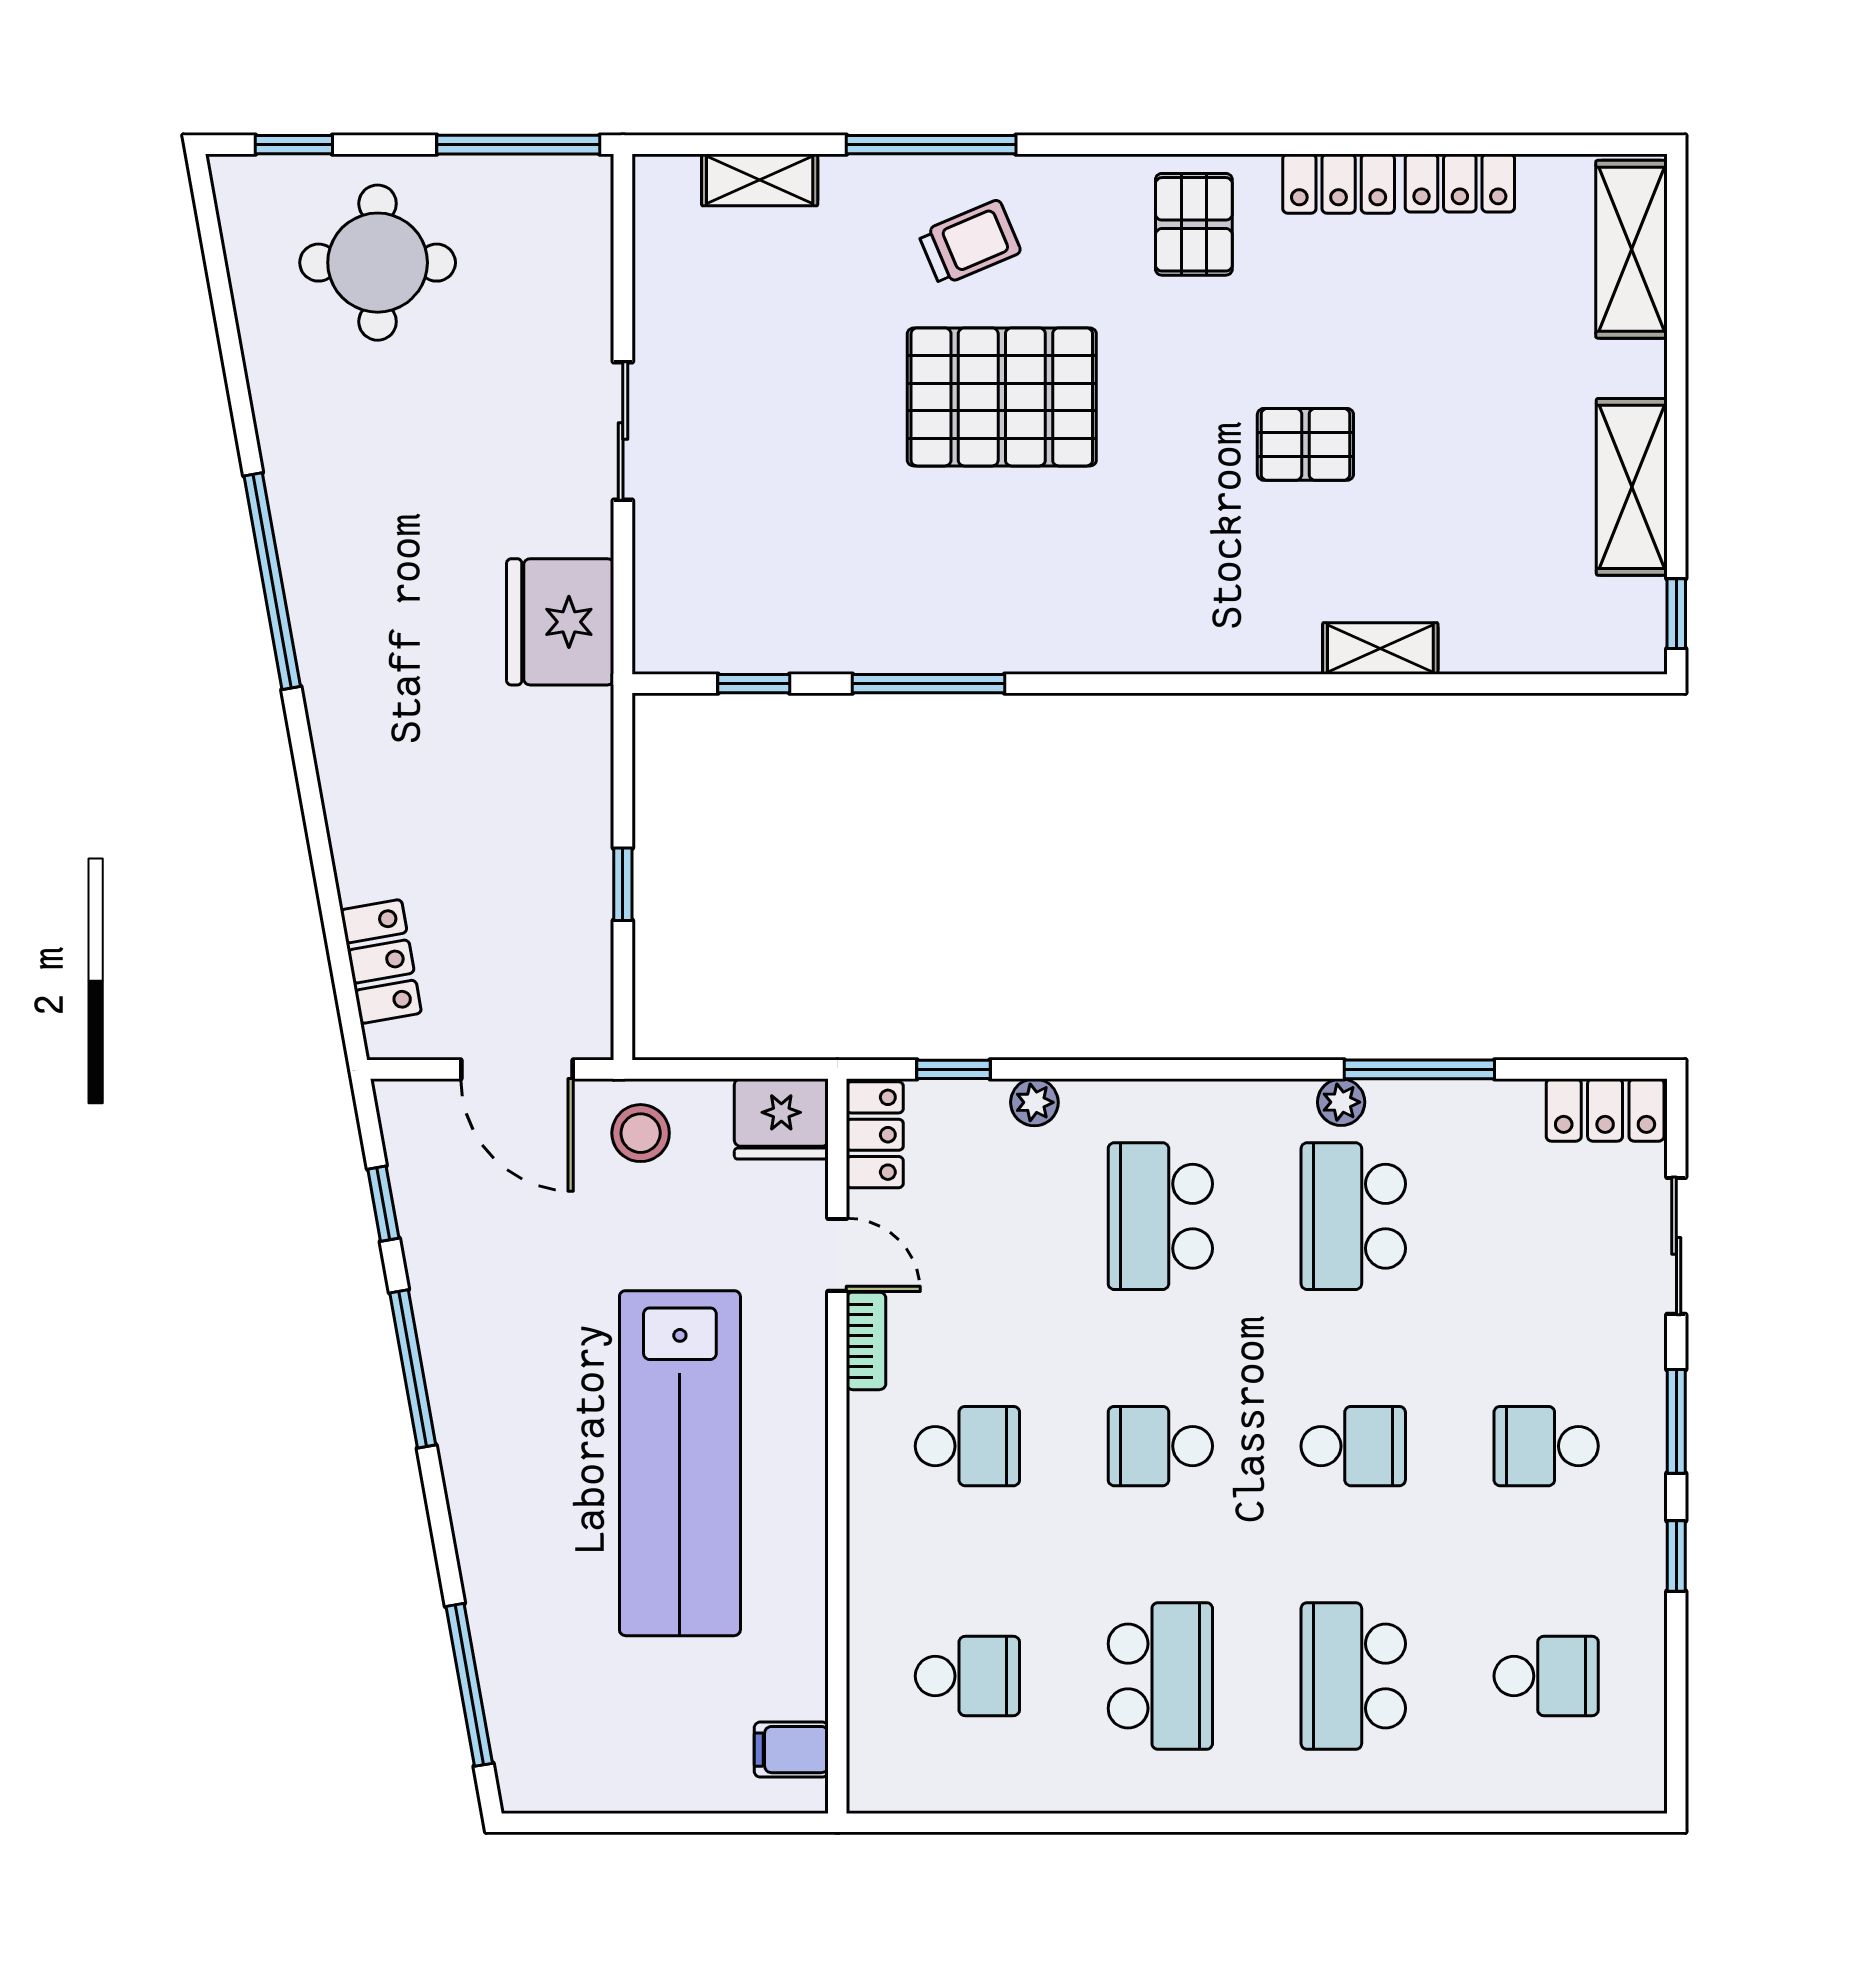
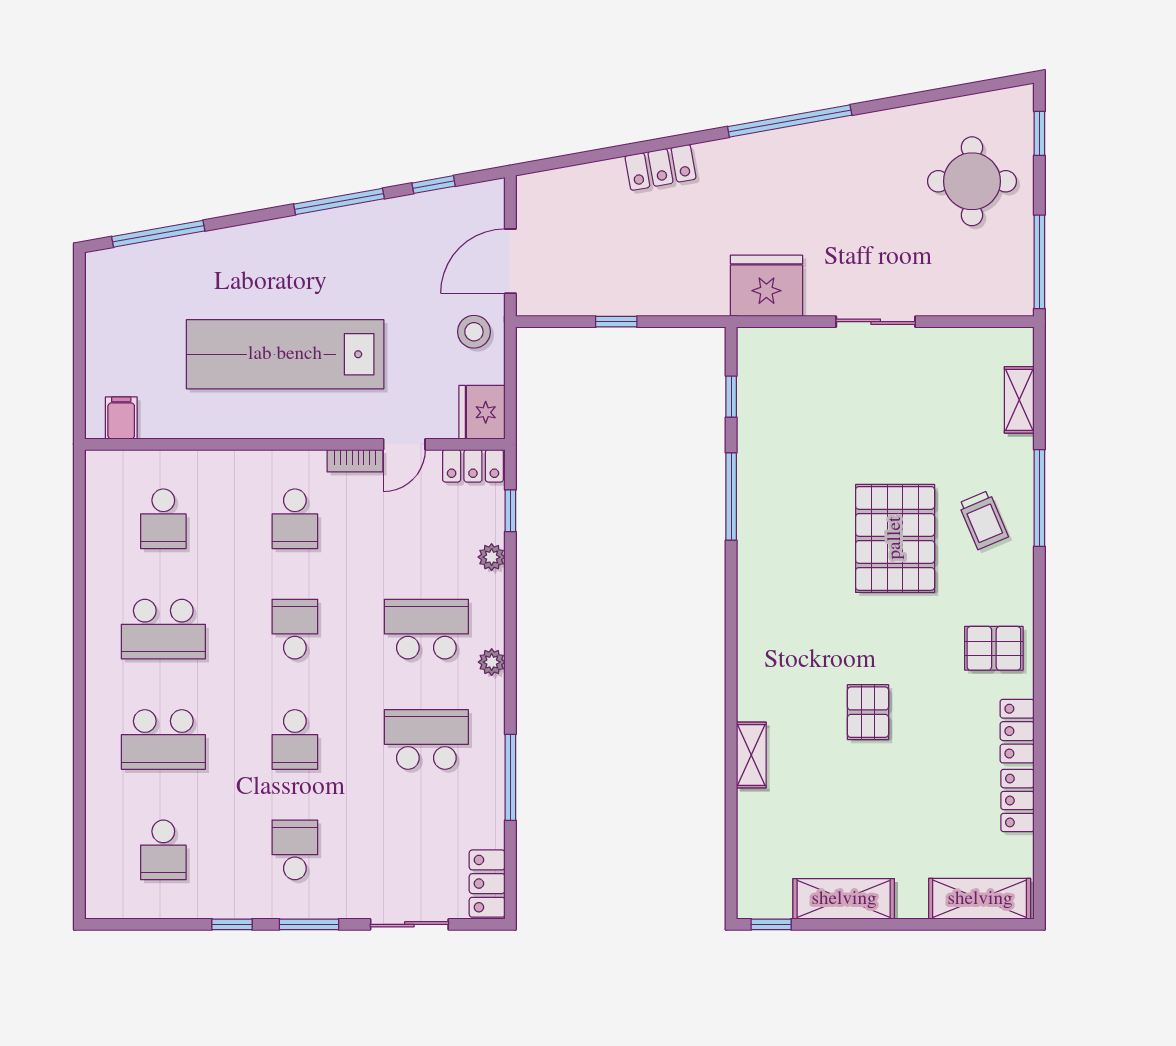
locker: (381, 962) -> (660, 167), moved
plant: (1341, 1102) -> (492, 662), moved
school desk: (1353, 1676) -> (163, 740), turned 180

